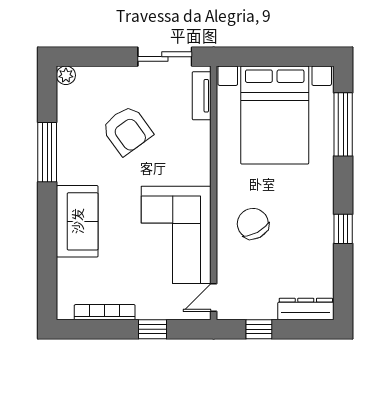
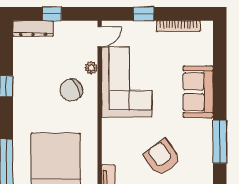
chair: (253, 224) -> (71, 90), turned 90
plant: (225, 255) -> (91, 68), added
window: (259, 329) -> (52, 14), moved

